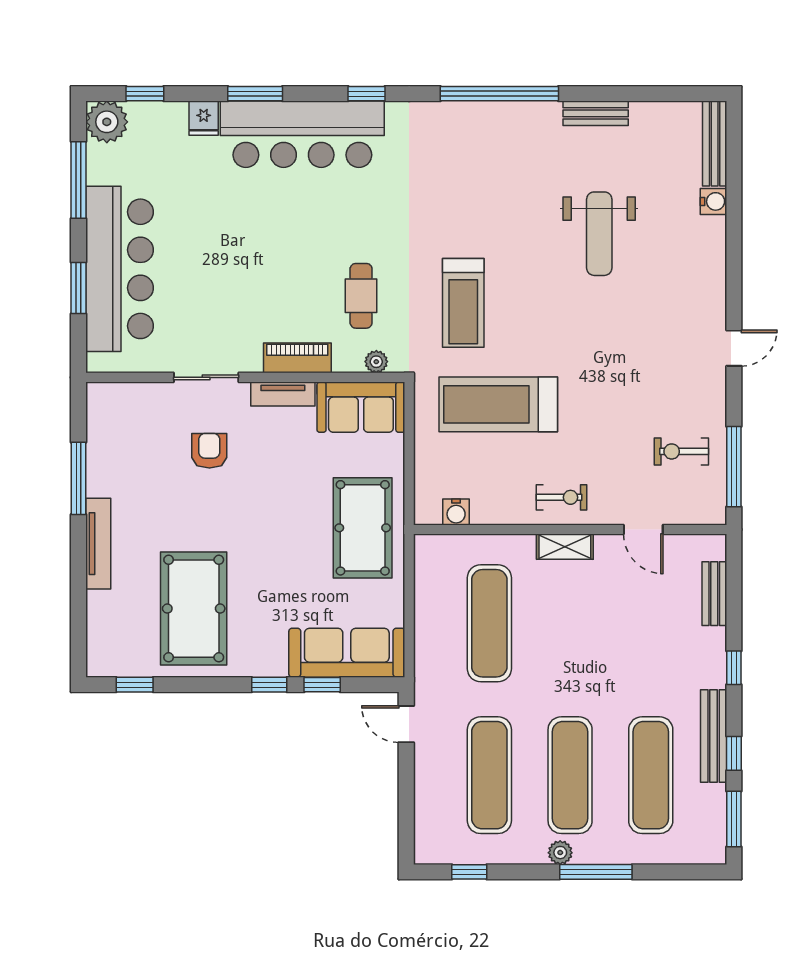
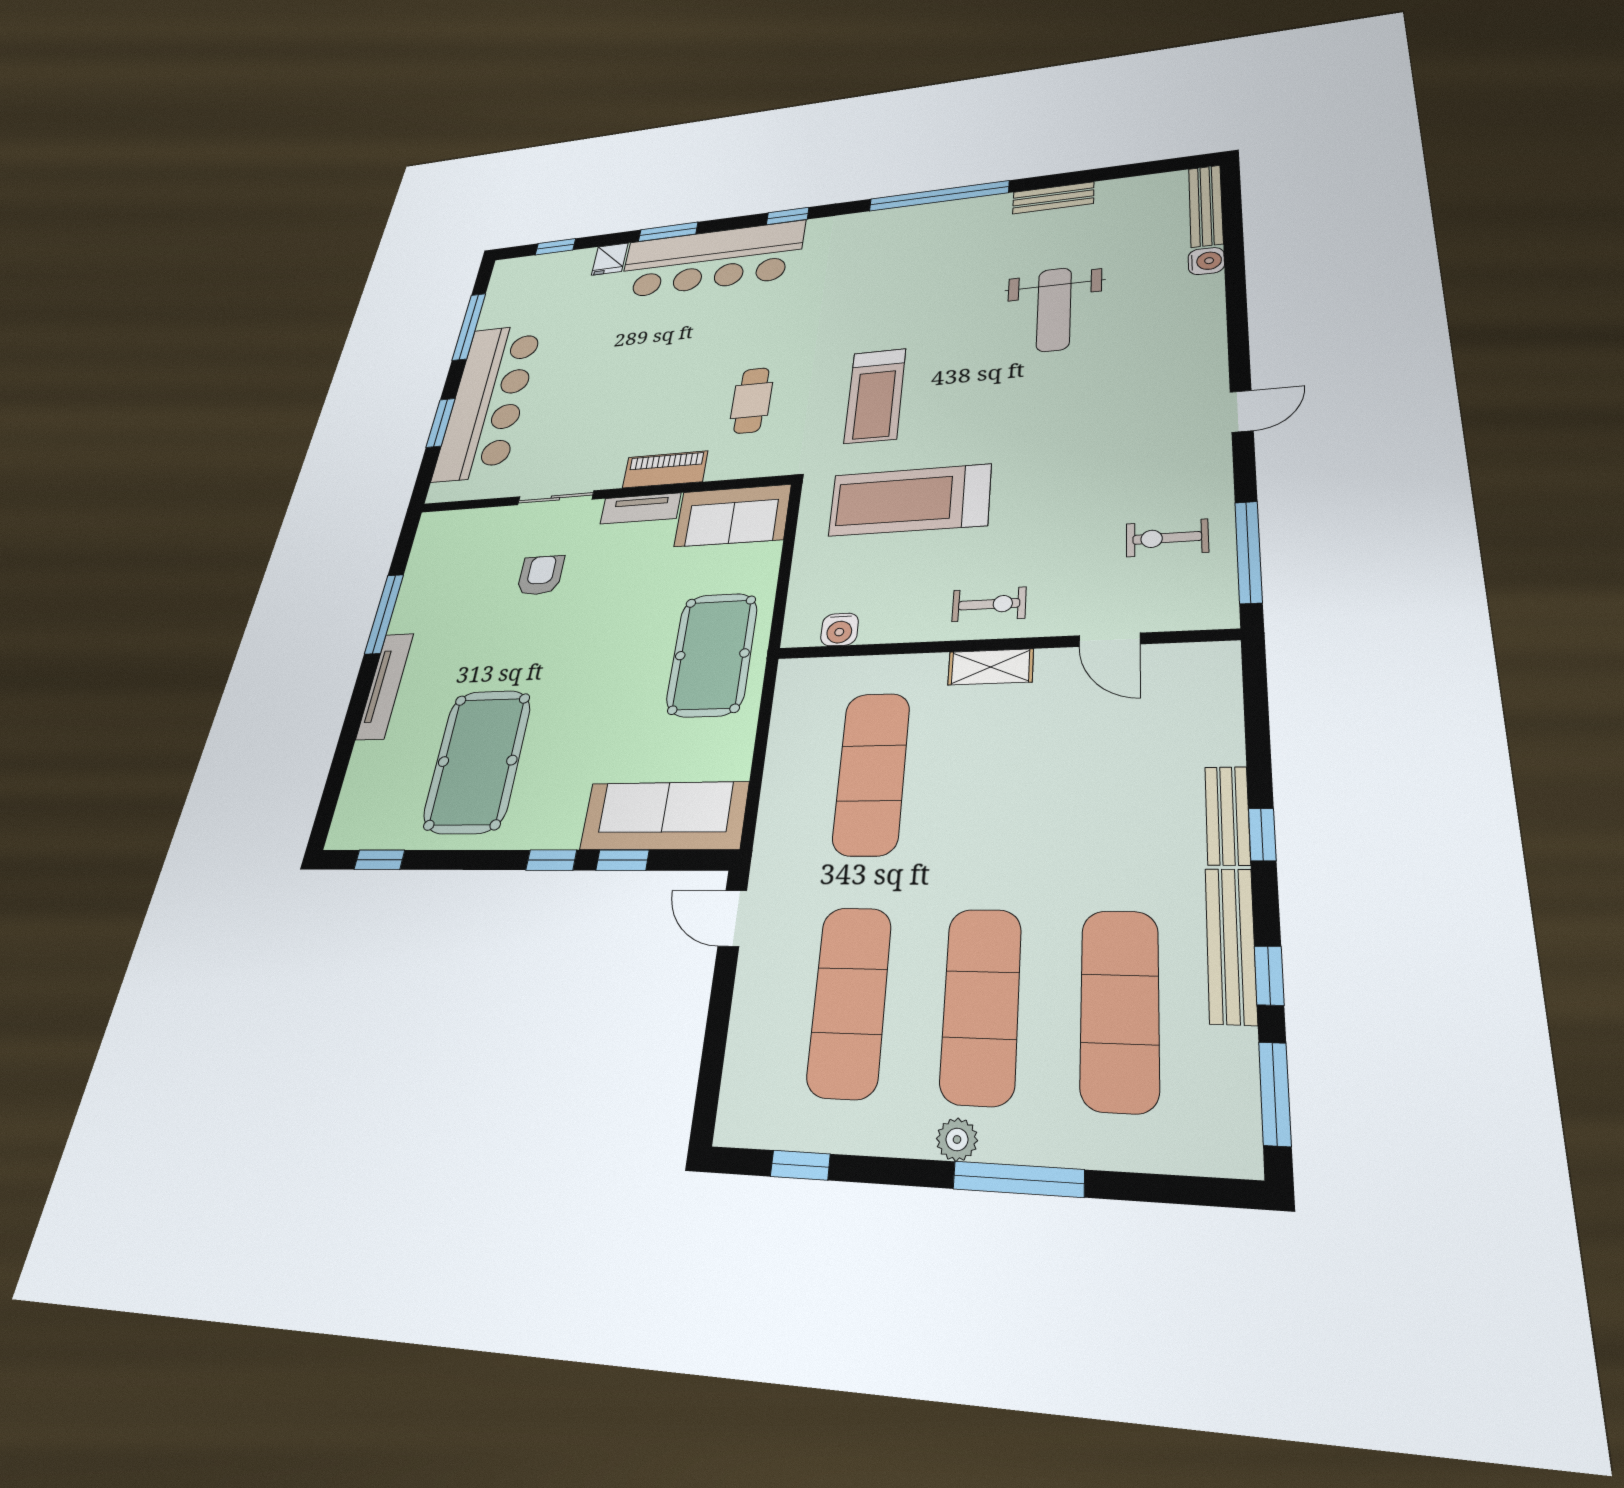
plant: (107, 122) -> (511, 275), removed
plant: (376, 362) -> (759, 466), removed
bench: (714, 594) -> (1227, 815), moved

